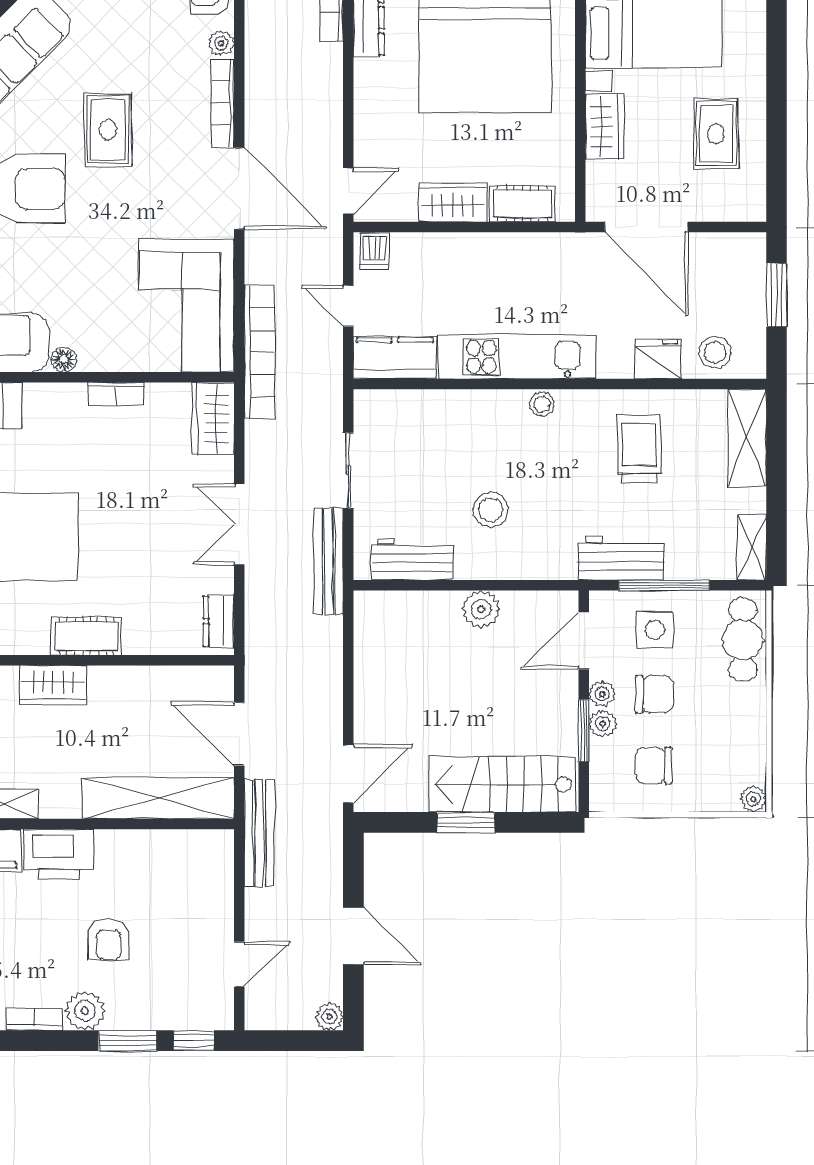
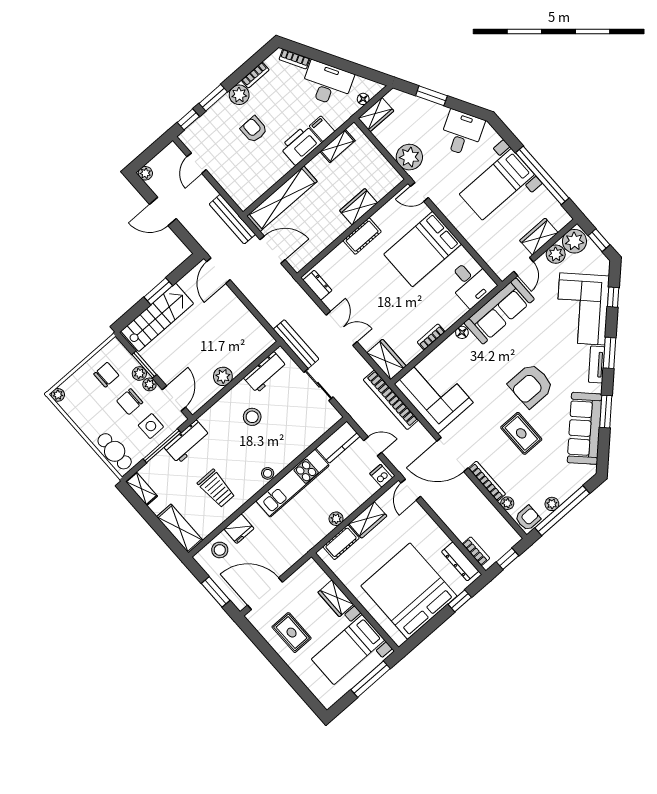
door: (646, 227) -> (265, 594), moved
plant: (499, 246) -> (336, 519), added

